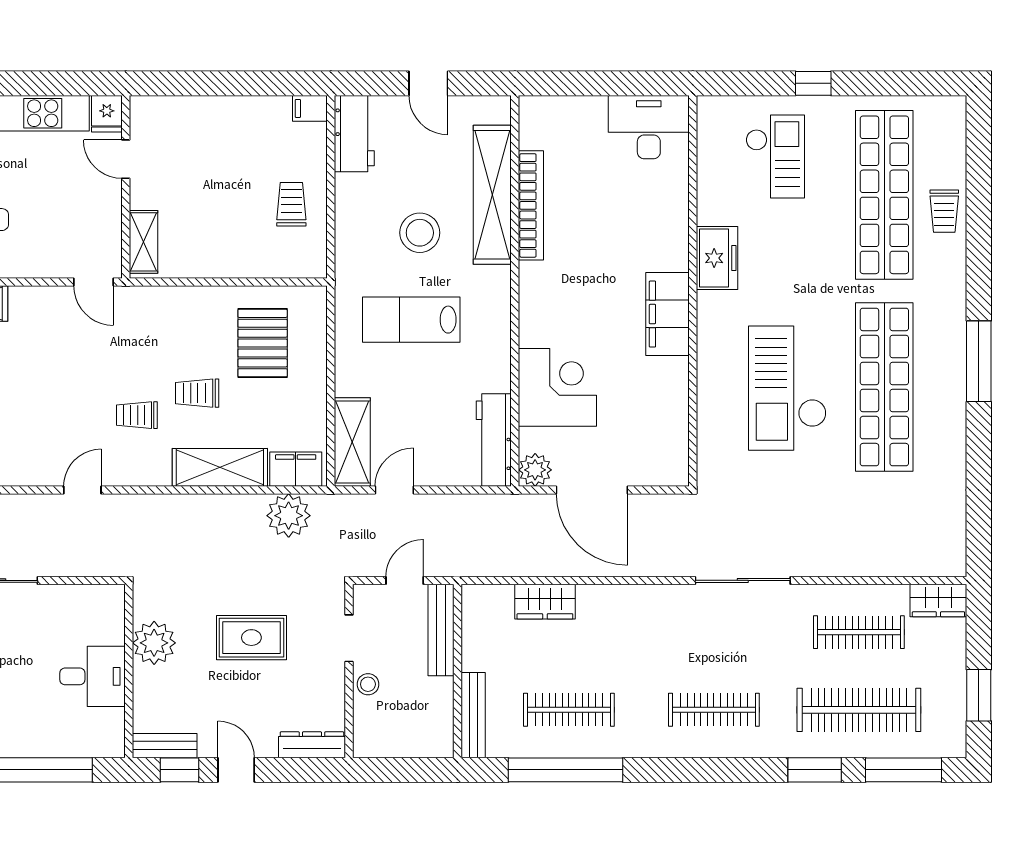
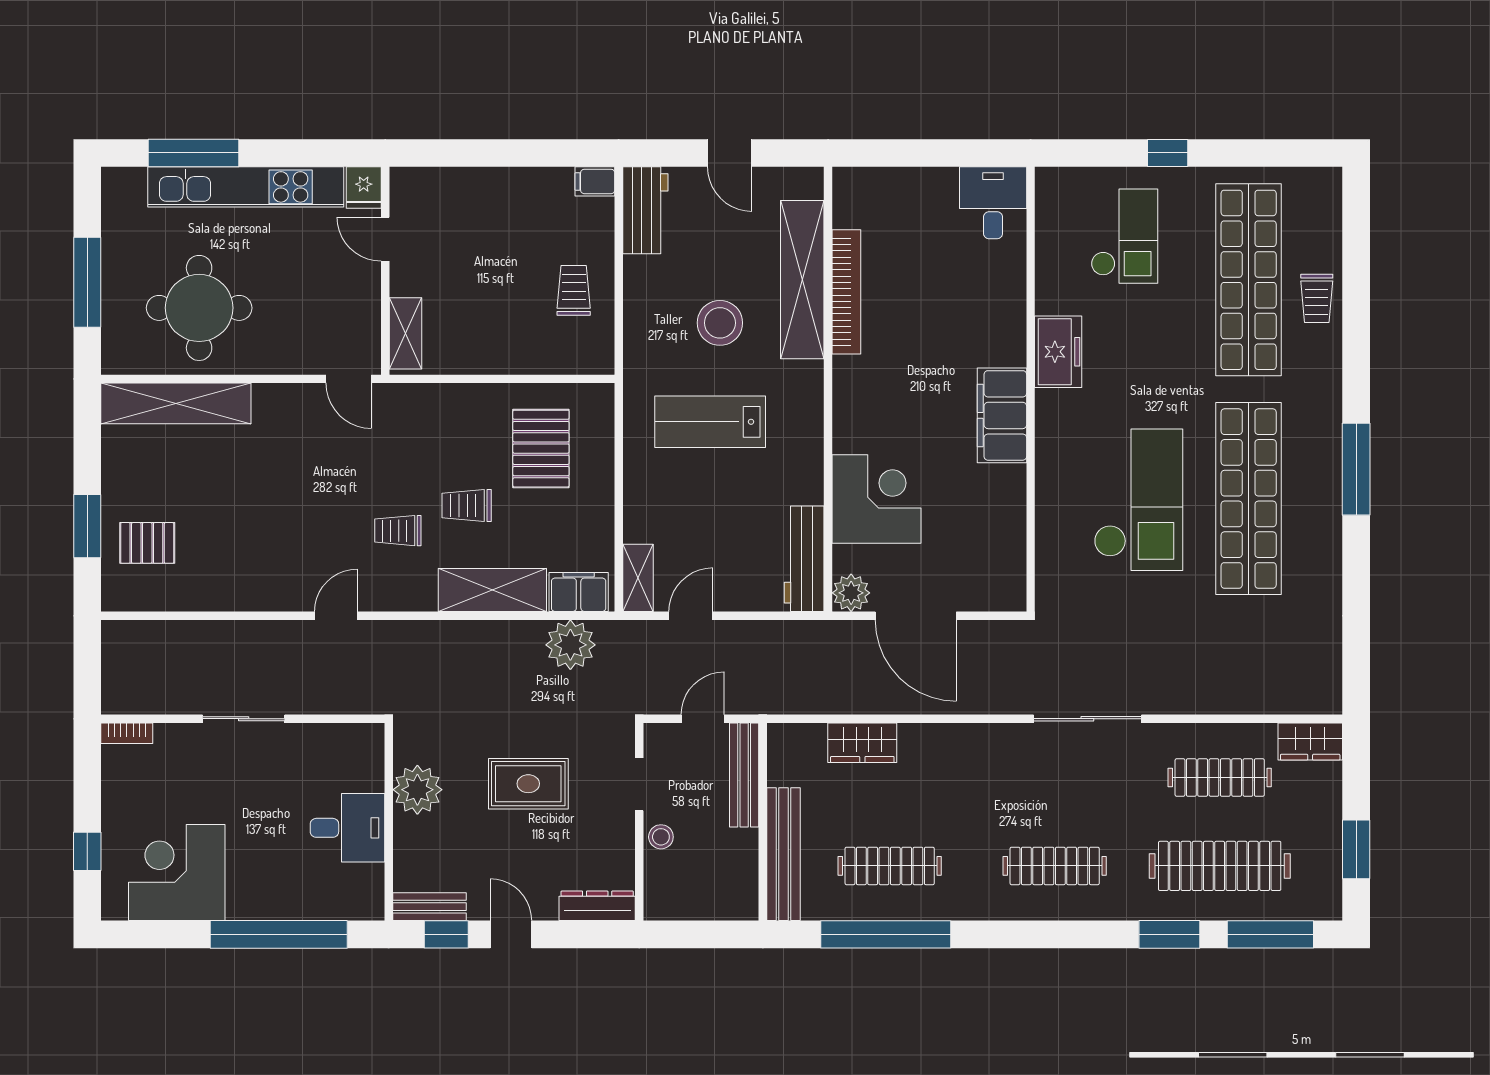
desk: (649, 127) -> (993, 203), width x0.73
checkout: (787, 388) -> (1138, 500), turned 180
shelving: (352, 442) -> (638, 578), width x0.67, depth x0.75
bench: (473, 715) -> (784, 854), width x1.37, depth x1.21

